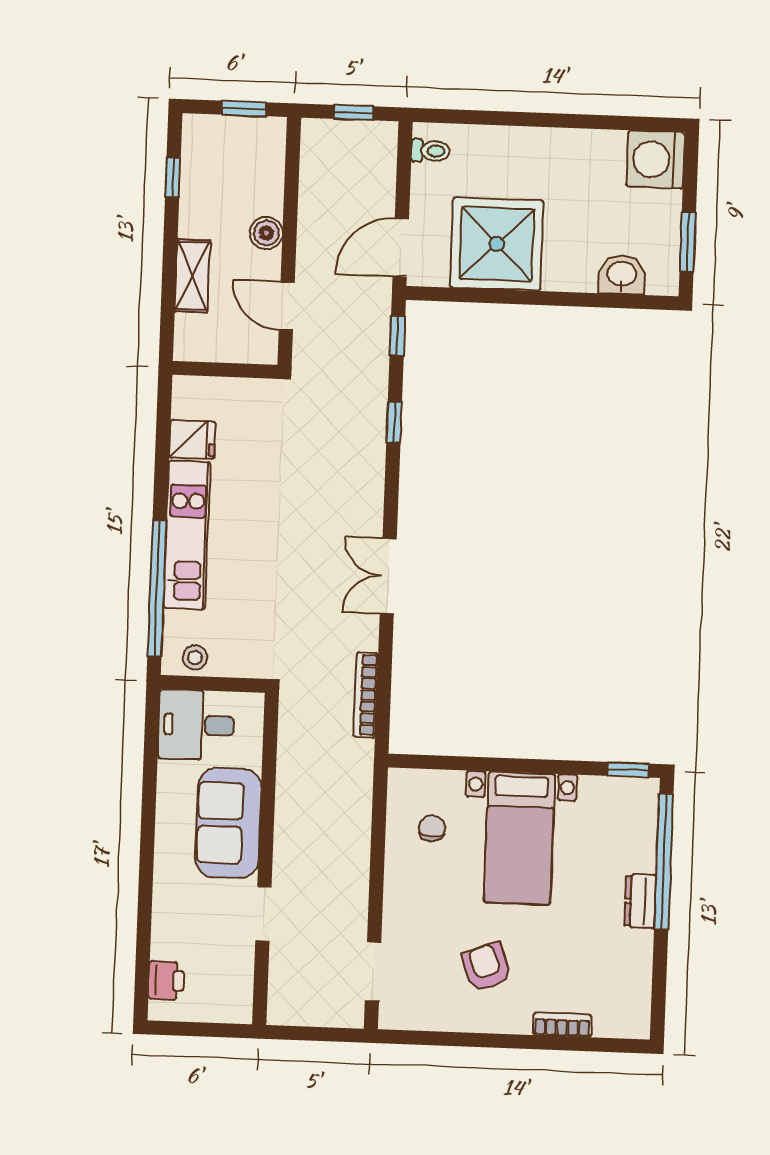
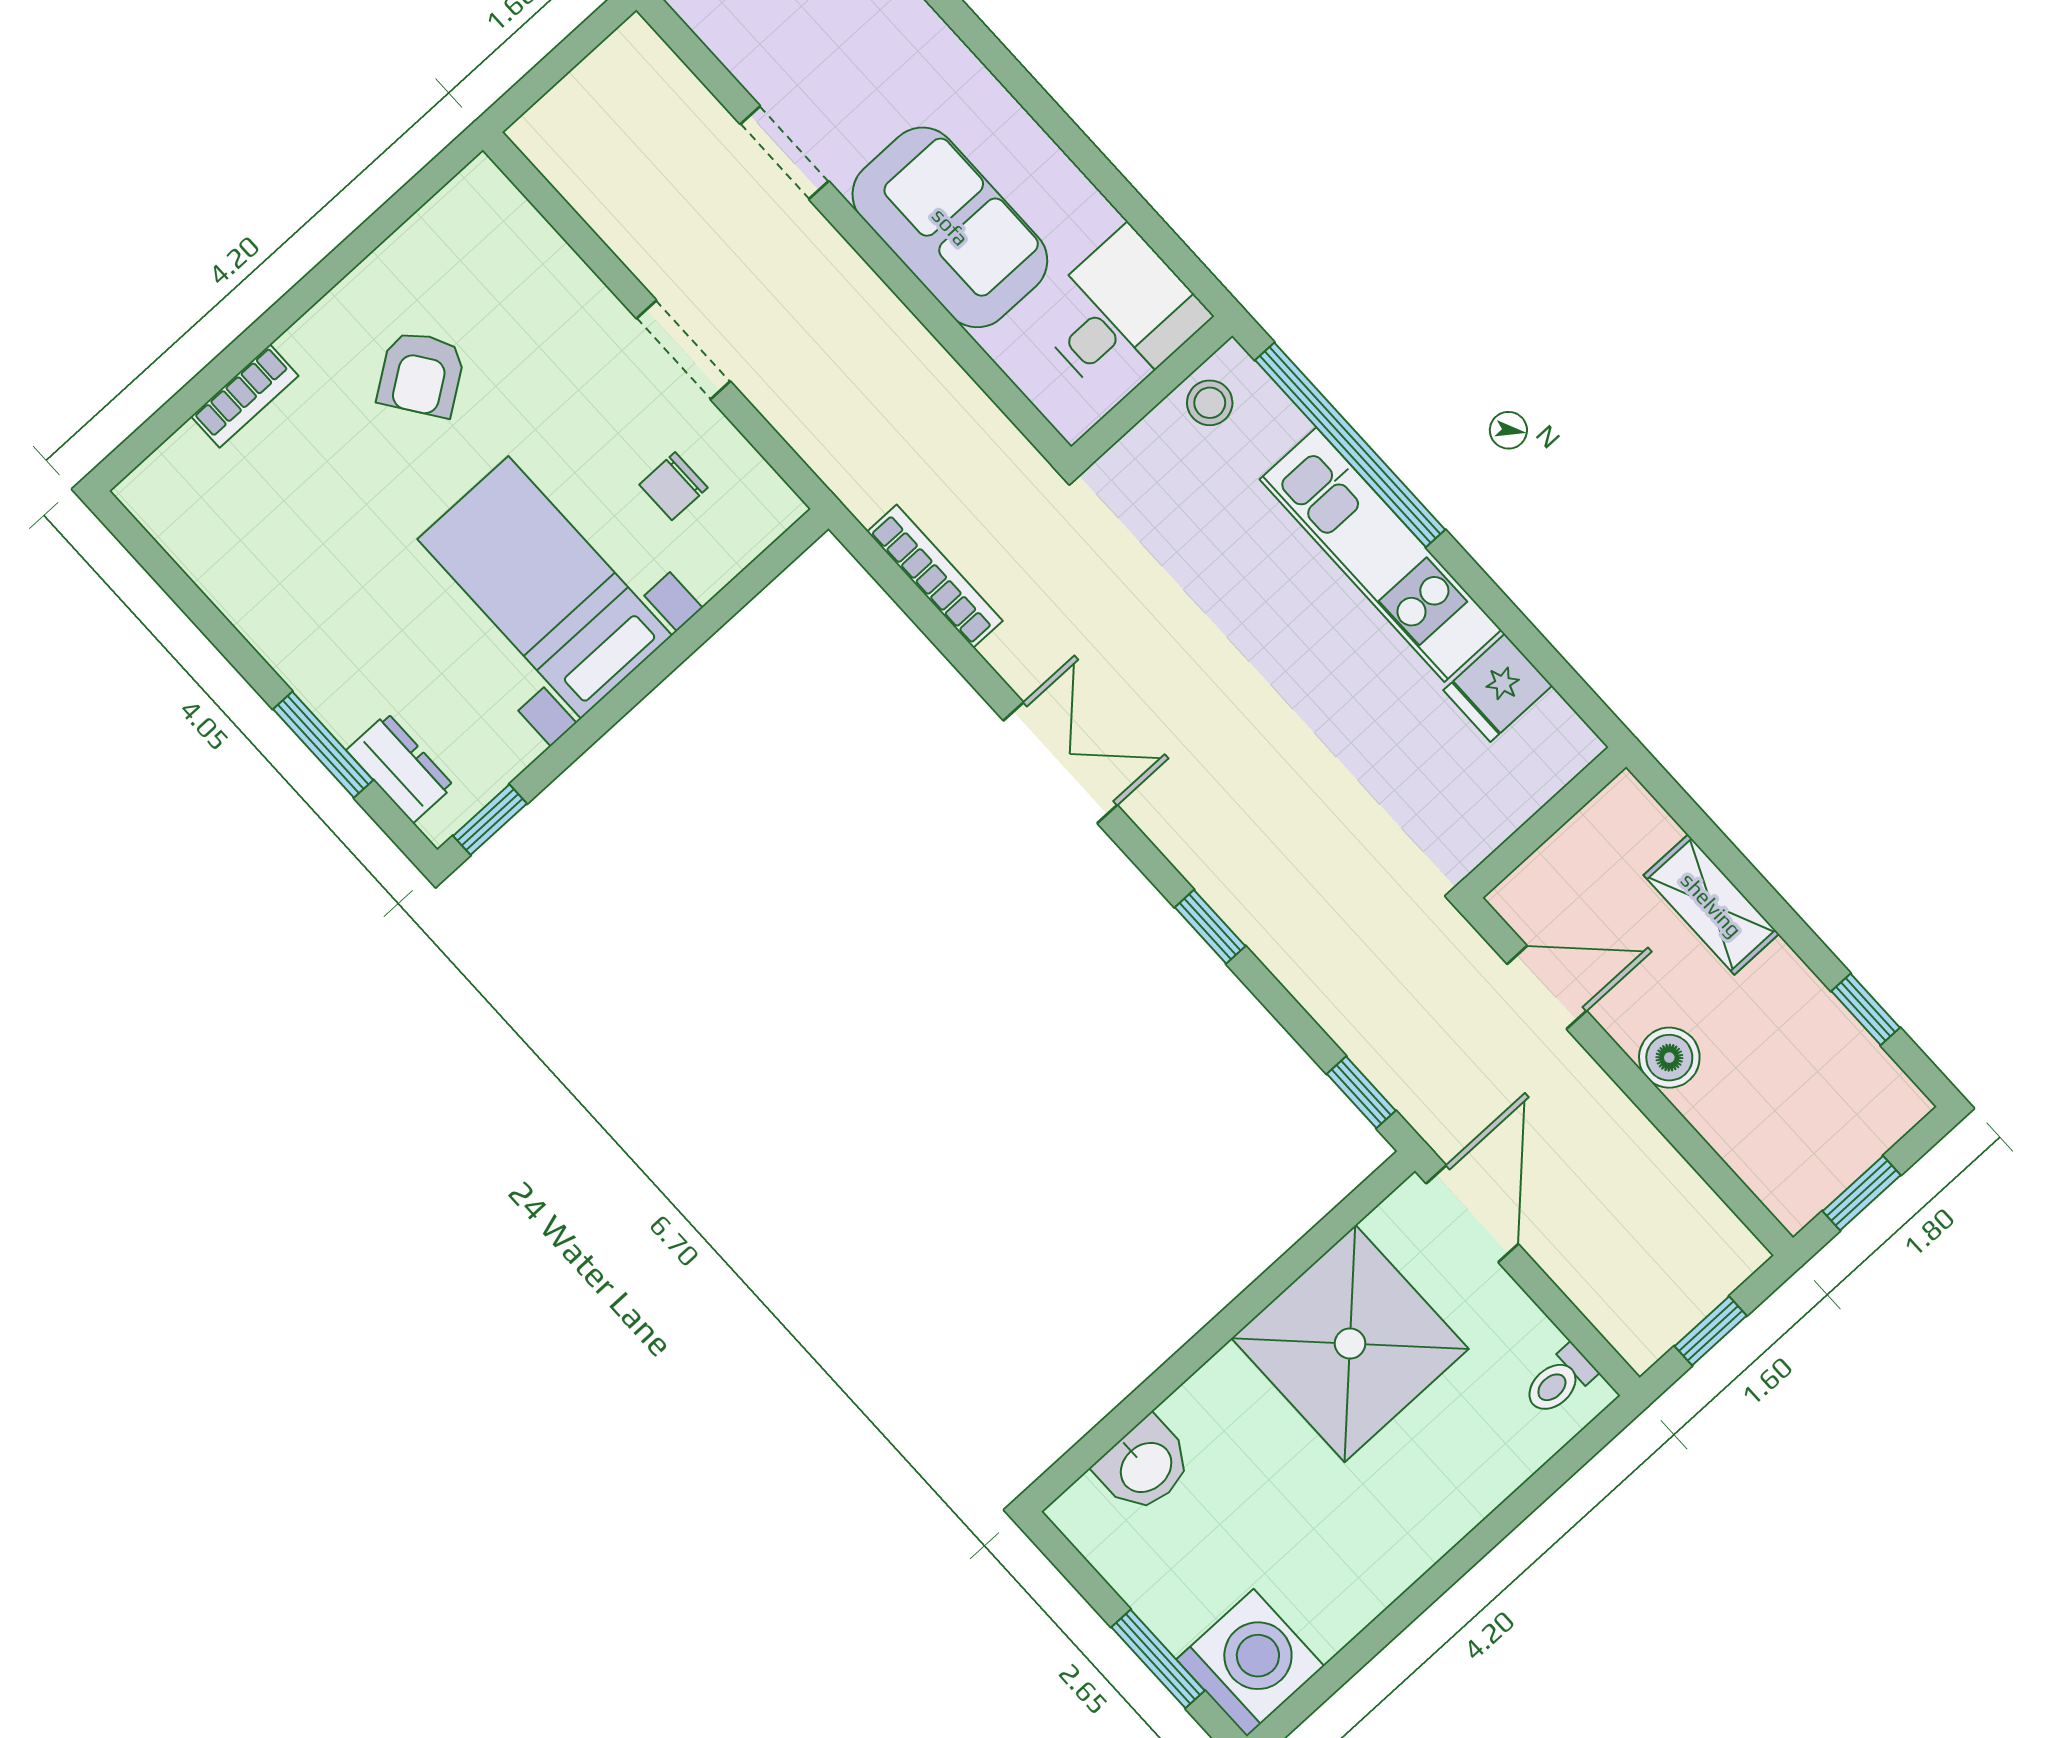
window: (688, 242) -> (1158, 1659), moved
window: (394, 422) -> (1210, 927), moved
chair: (432, 828) -> (674, 486), turned 90
window: (664, 862) -> (323, 745), width x0.47
dresser: (640, 901) -> (400, 768), moved
armchair: (486, 967) -> (421, 374), turned 76
doorway: (373, 971) -> (683, 350), moved

